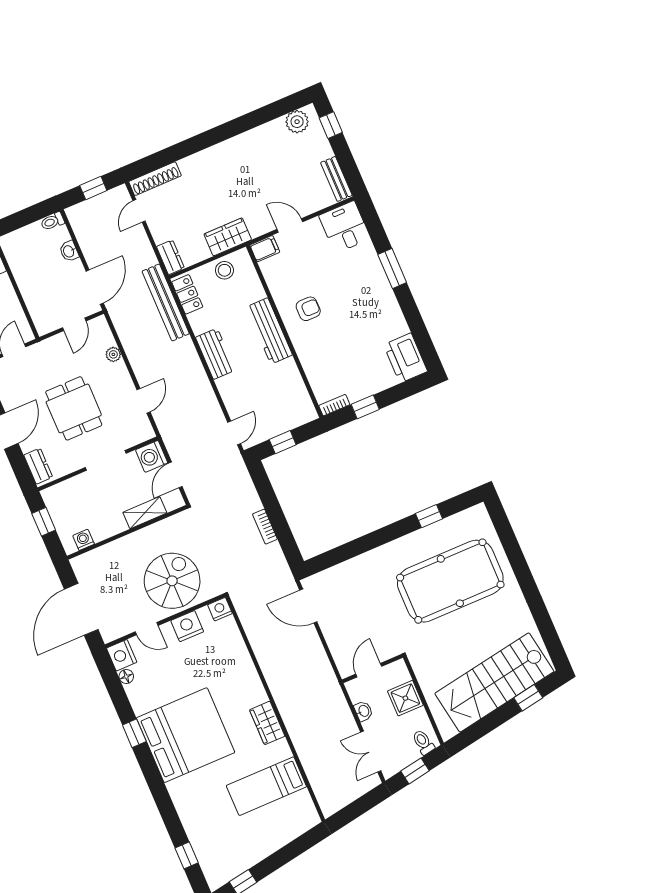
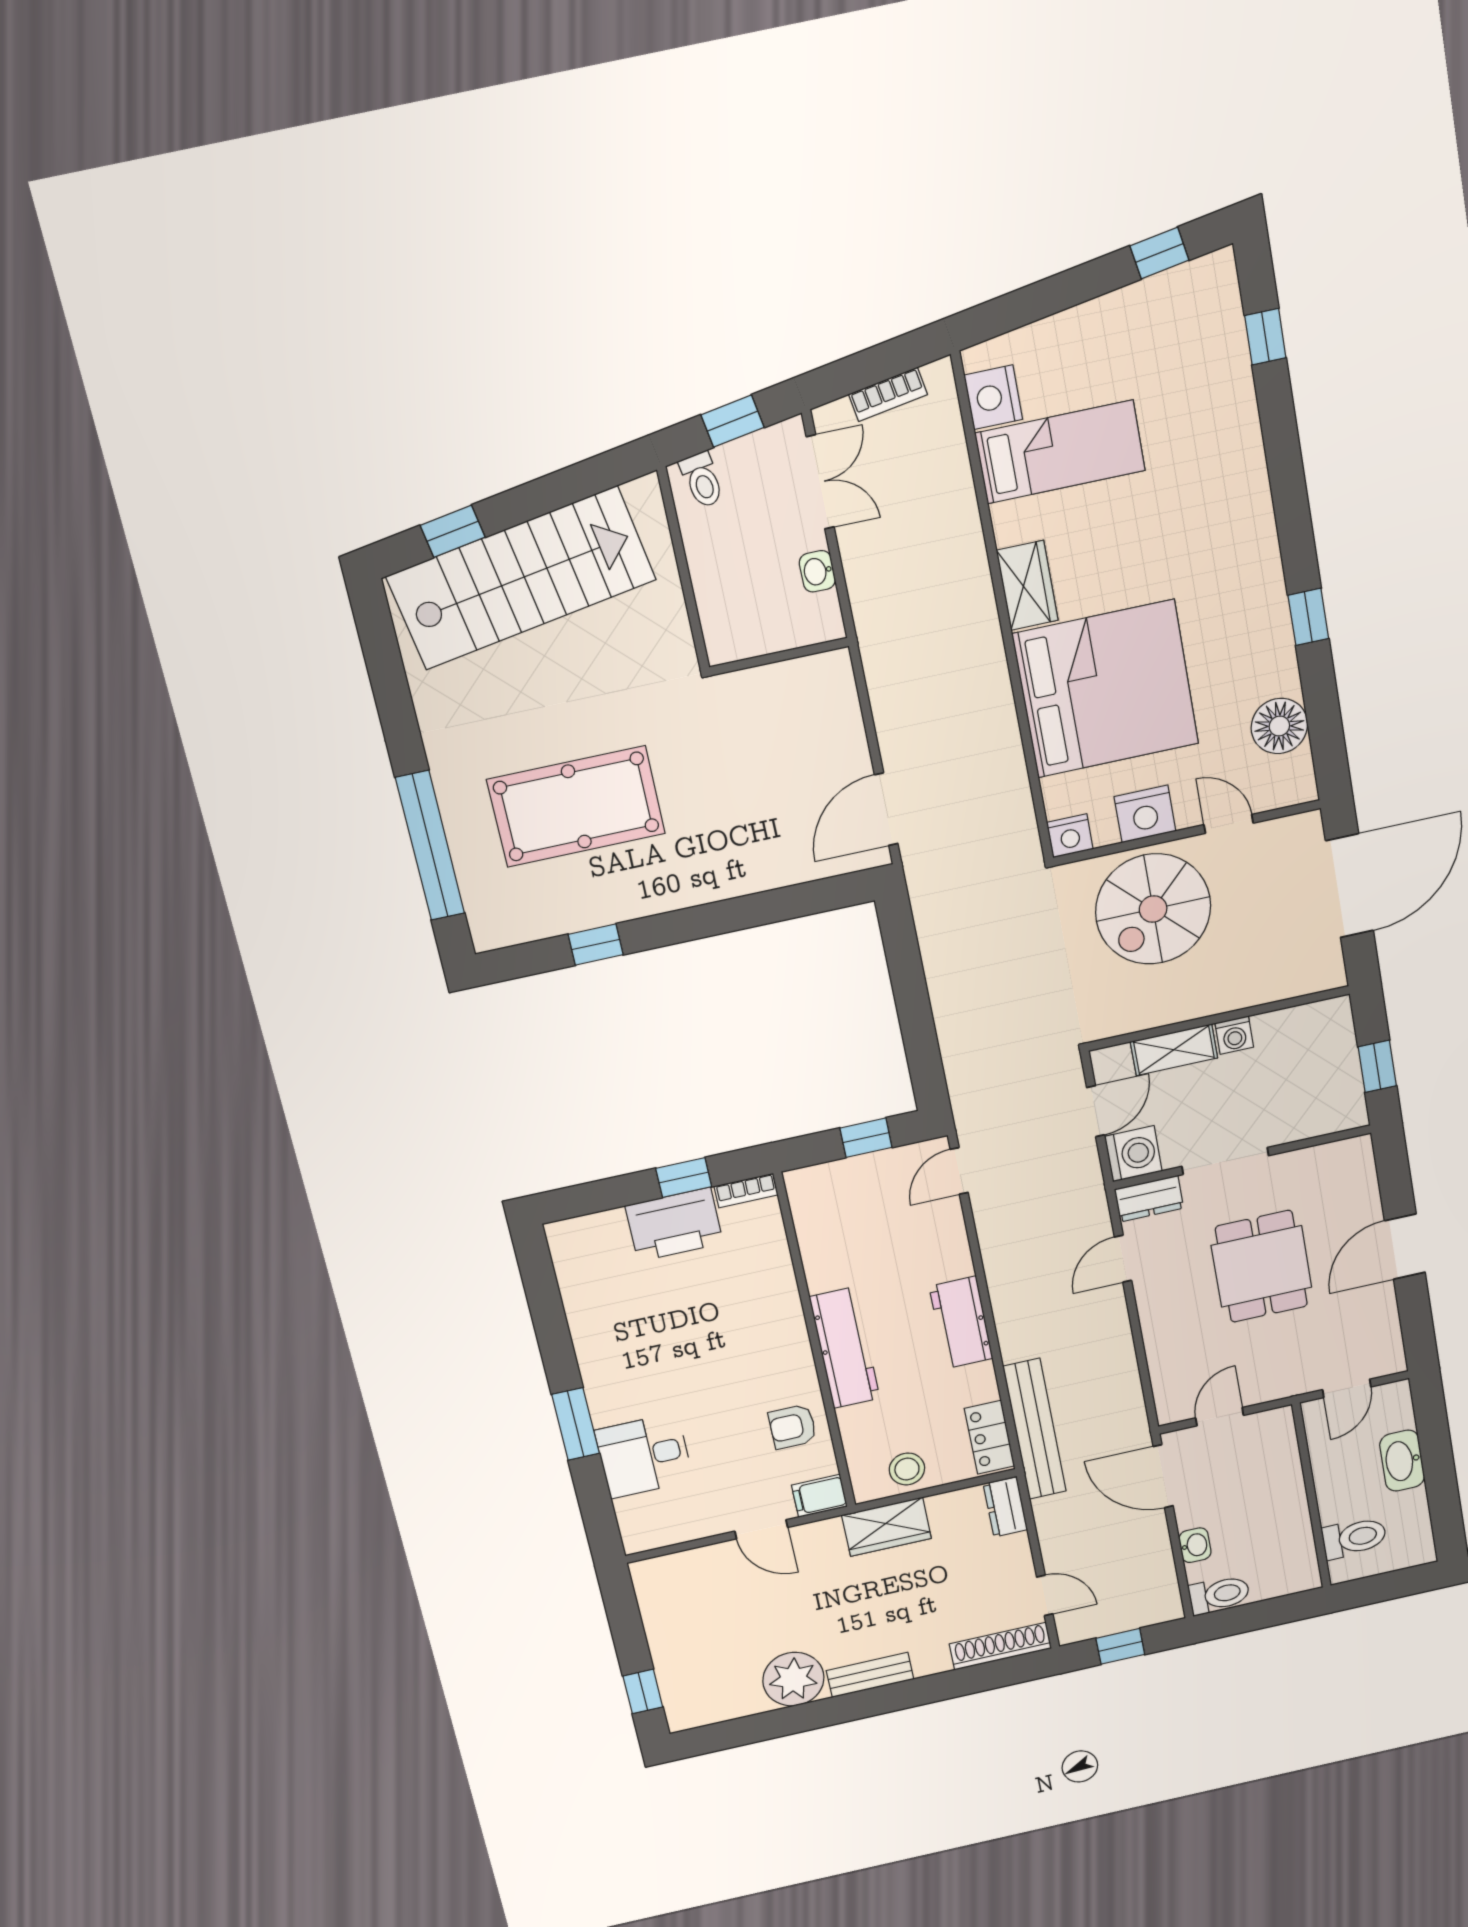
plant: (297, 122) -> (793, 1679), moved, width x1.36, depth x1.36
bench: (336, 179) -> (870, 1675), moved, turned 90
door: (139, 211) -> (1045, 1595), hinge flipped
toilet: (52, 221) -> (1219, 1595), width x1.37, depth x1.39
desk: (345, 227) -> (644, 1456), moved, turned 90
door: (95, 287) -> (1163, 1476), hinge flipped
armchair: (308, 309) -> (793, 1427), moved
plant: (113, 354) -> (1159, 1352), removed
printer: (405, 358) -> (674, 1224), moved, turned 90
dresser: (38, 466) -> (1149, 1199), moved, turned -90
bookcase: (265, 527) -> (888, 394), moved, turned 80
washing machine: (84, 540) -> (1234, 1035), moved
window: (513, 550) -> (430, 846), added
pool table: (450, 581) -> (576, 807), width x0.73, depth x0.76
door: (308, 606) -> (886, 809), swing flipped
nightstand: (122, 655) -> (993, 397), moved, turned 180
door: (369, 670) -> (788, 655), removed
floor lamp: (126, 676) -> (1279, 726), width x1.89, depth x1.89
shower: (405, 698) -> (721, 581), removed
bed: (186, 735) -> (1106, 689), moved, turned 180

